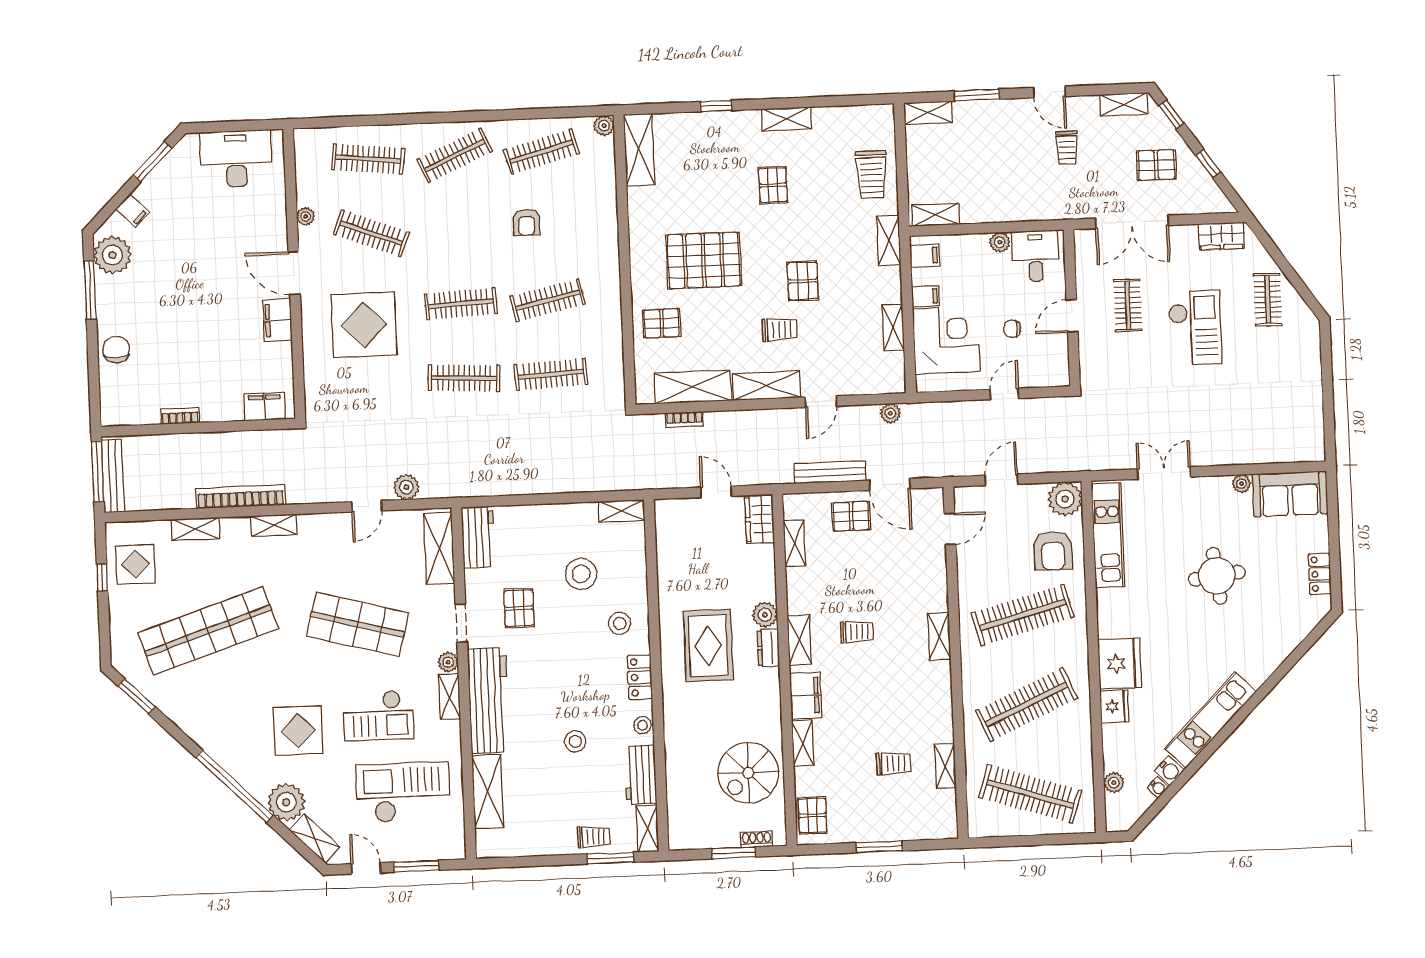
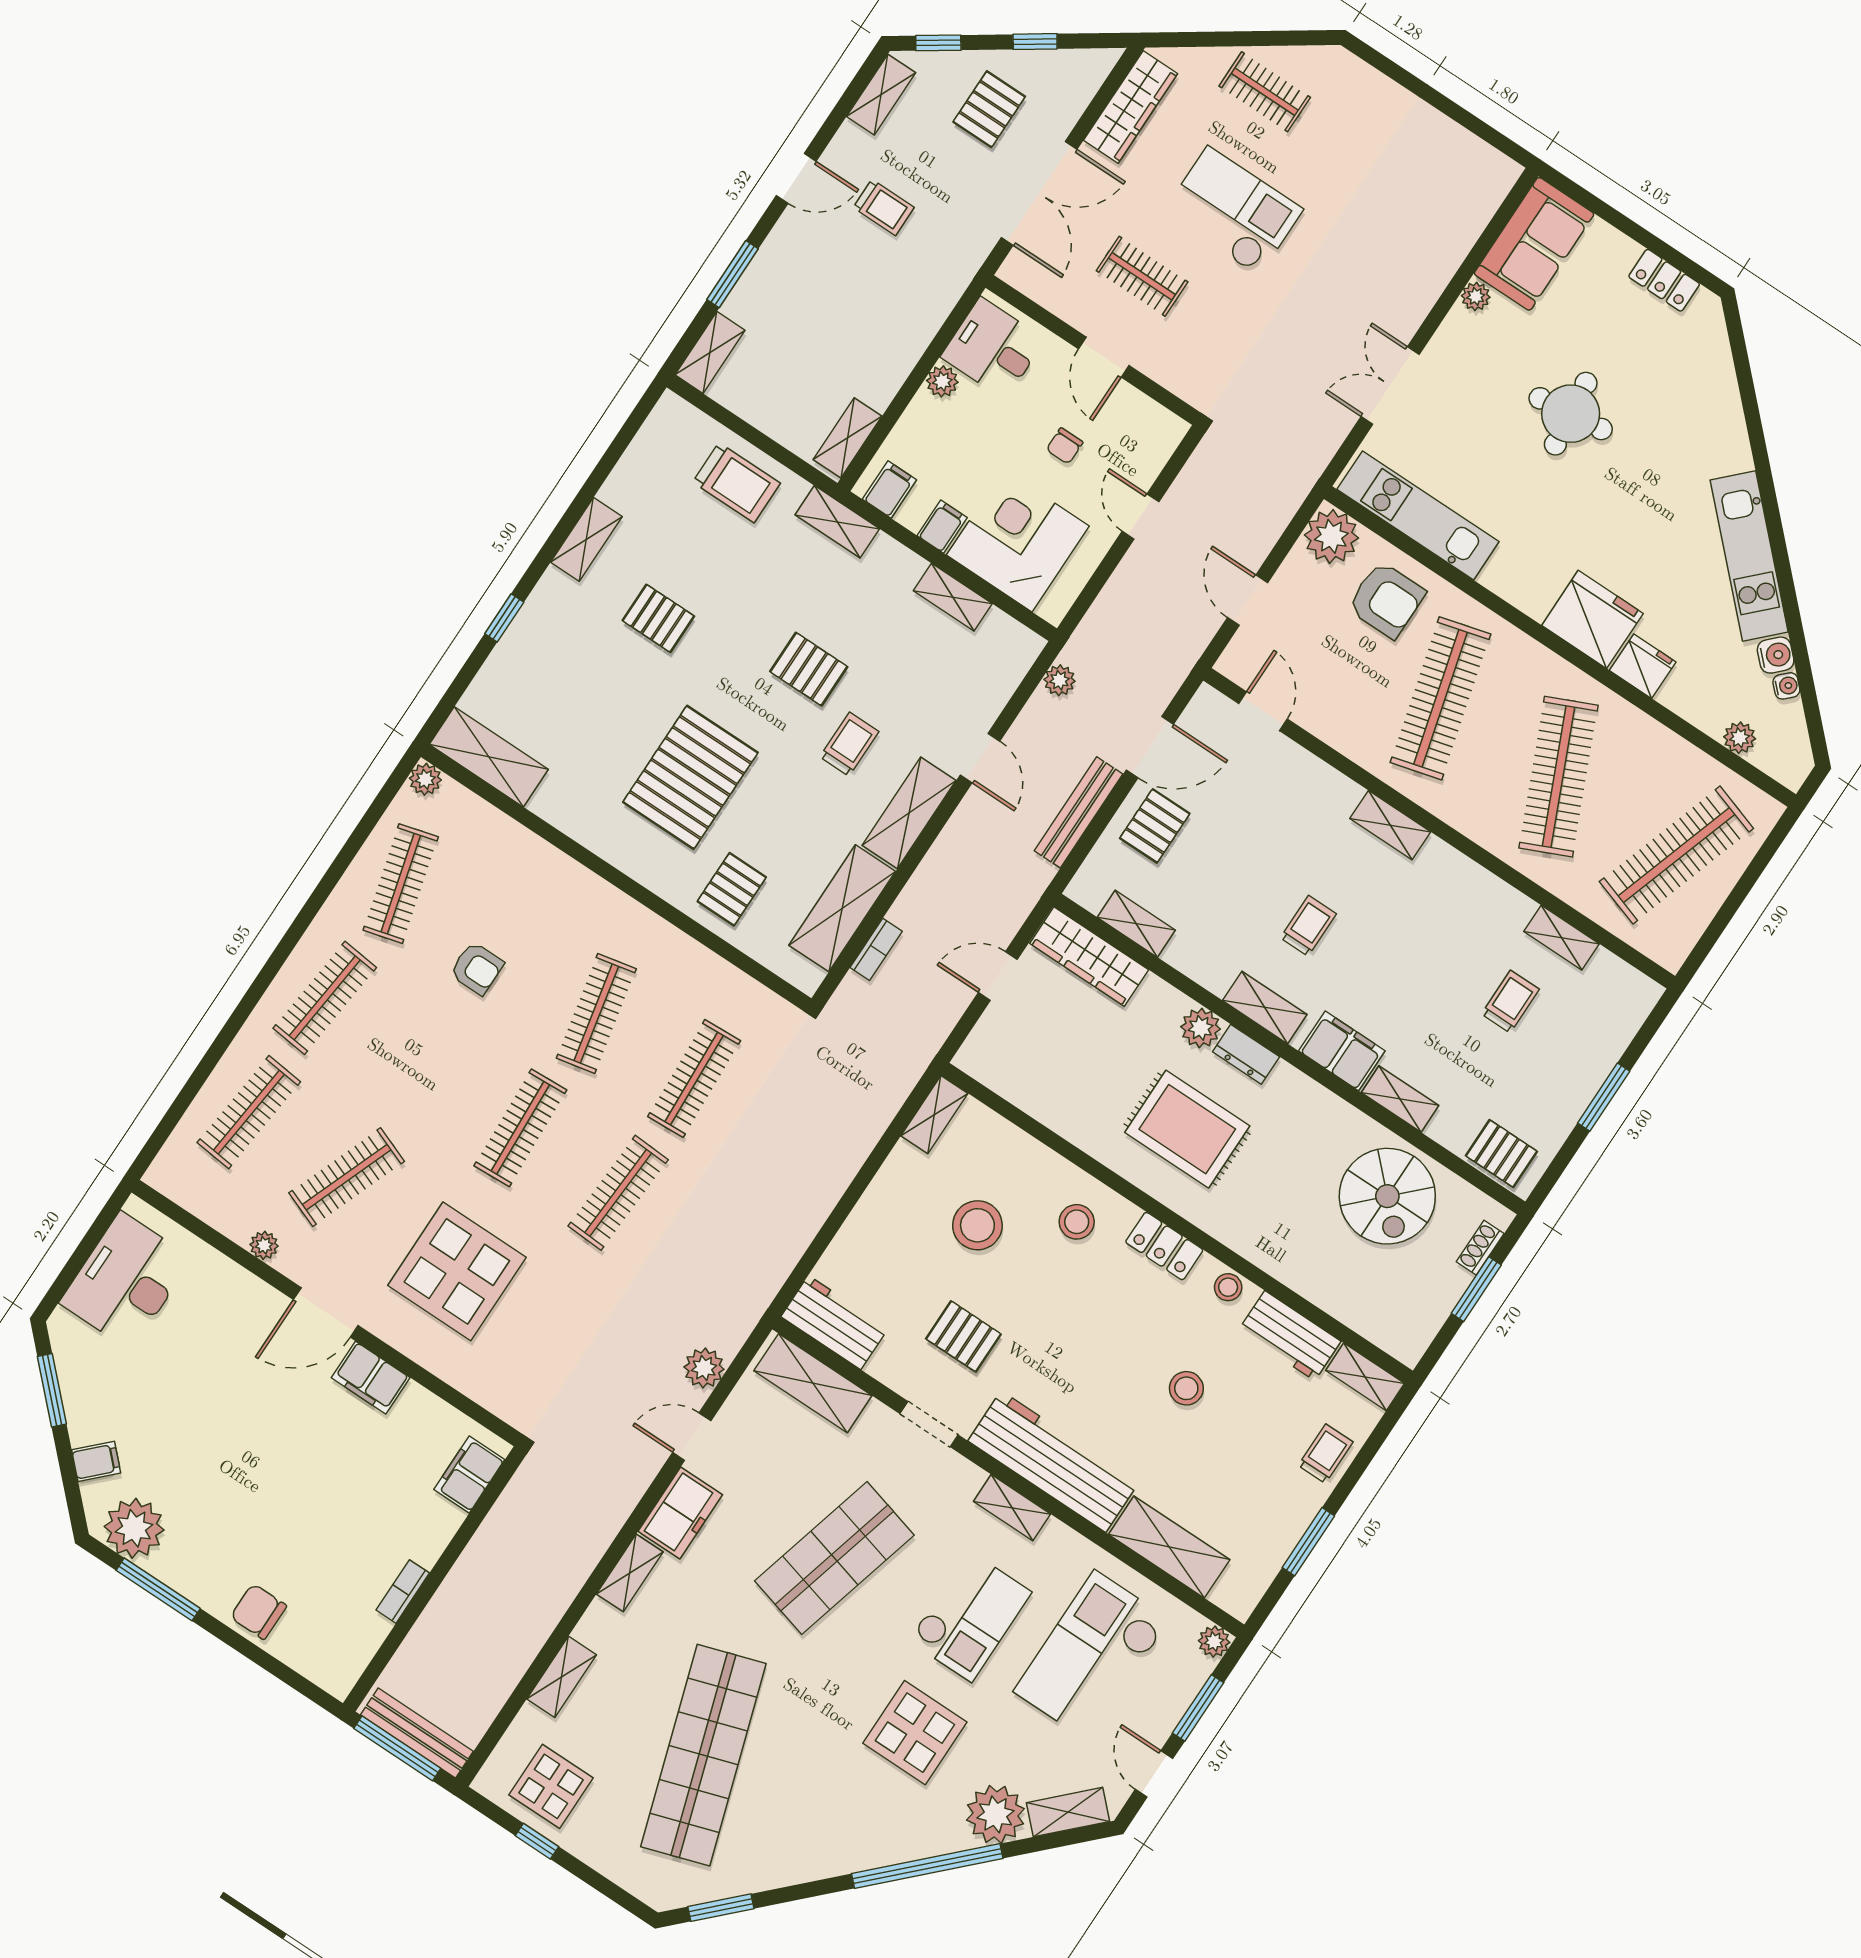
clothes rail: (455, 155) -> (325, 998), turned 30
wardrobe: (1221, 236) -> (1131, 107), width x1.50
bookcase: (241, 497) -> (562, 1589), removed
door: (367, 506) -> (692, 1437), swing flipped
wardrobe: (760, 519) -> (1089, 956), width x1.50
freezer: (323, 529) -> (680, 1513), added
plant: (448, 662) -> (1214, 1642), moved
window: (610, 858) -> (1308, 1542), moved
door: (366, 868) -> (1154, 1774), hinge flipped

